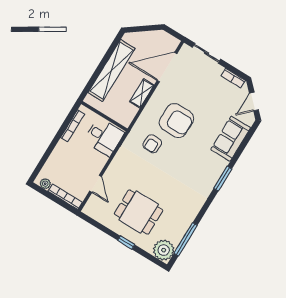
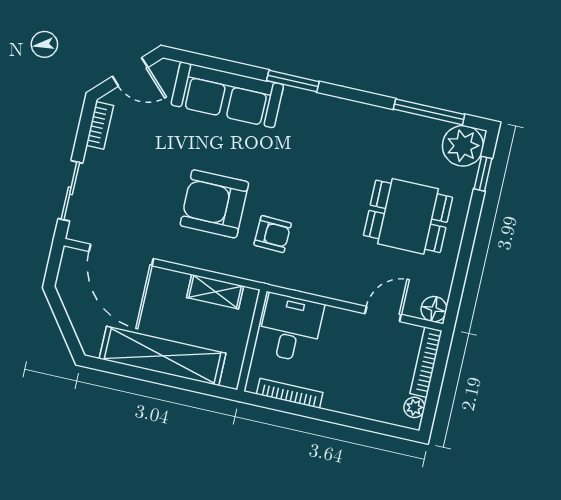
shelving: (142, 93) -> (215, 292), moved
armchair: (176, 121) -> (214, 204), turned -90
sofa: (231, 139) -> (227, 95), width x1.36
floor lamp: (89, 209) -> (434, 309), added
dining table: (139, 212) -> (408, 216), turned 90
window: (126, 243) -> (483, 174), moved

